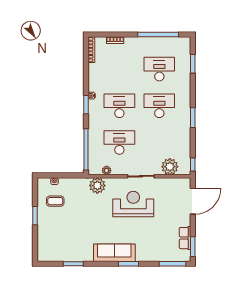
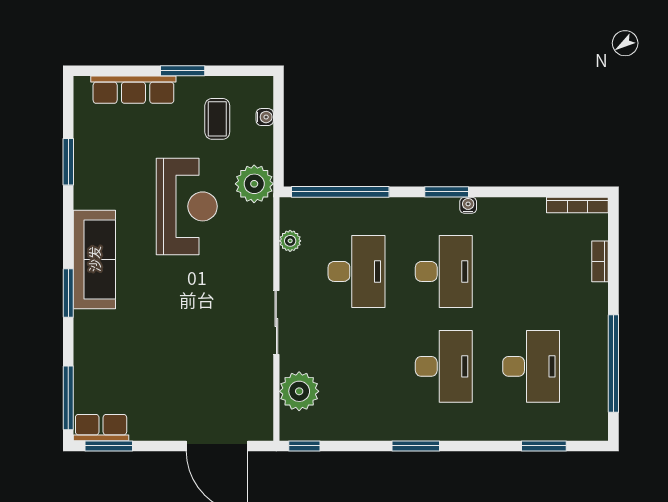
plant: (97, 186) -> (254, 184), moved
reception desk: (133, 204) -> (187, 206), moved
row of seats: (43, 236) -> (133, 90), added
row of seats: (185, 238) -> (101, 428), moved

